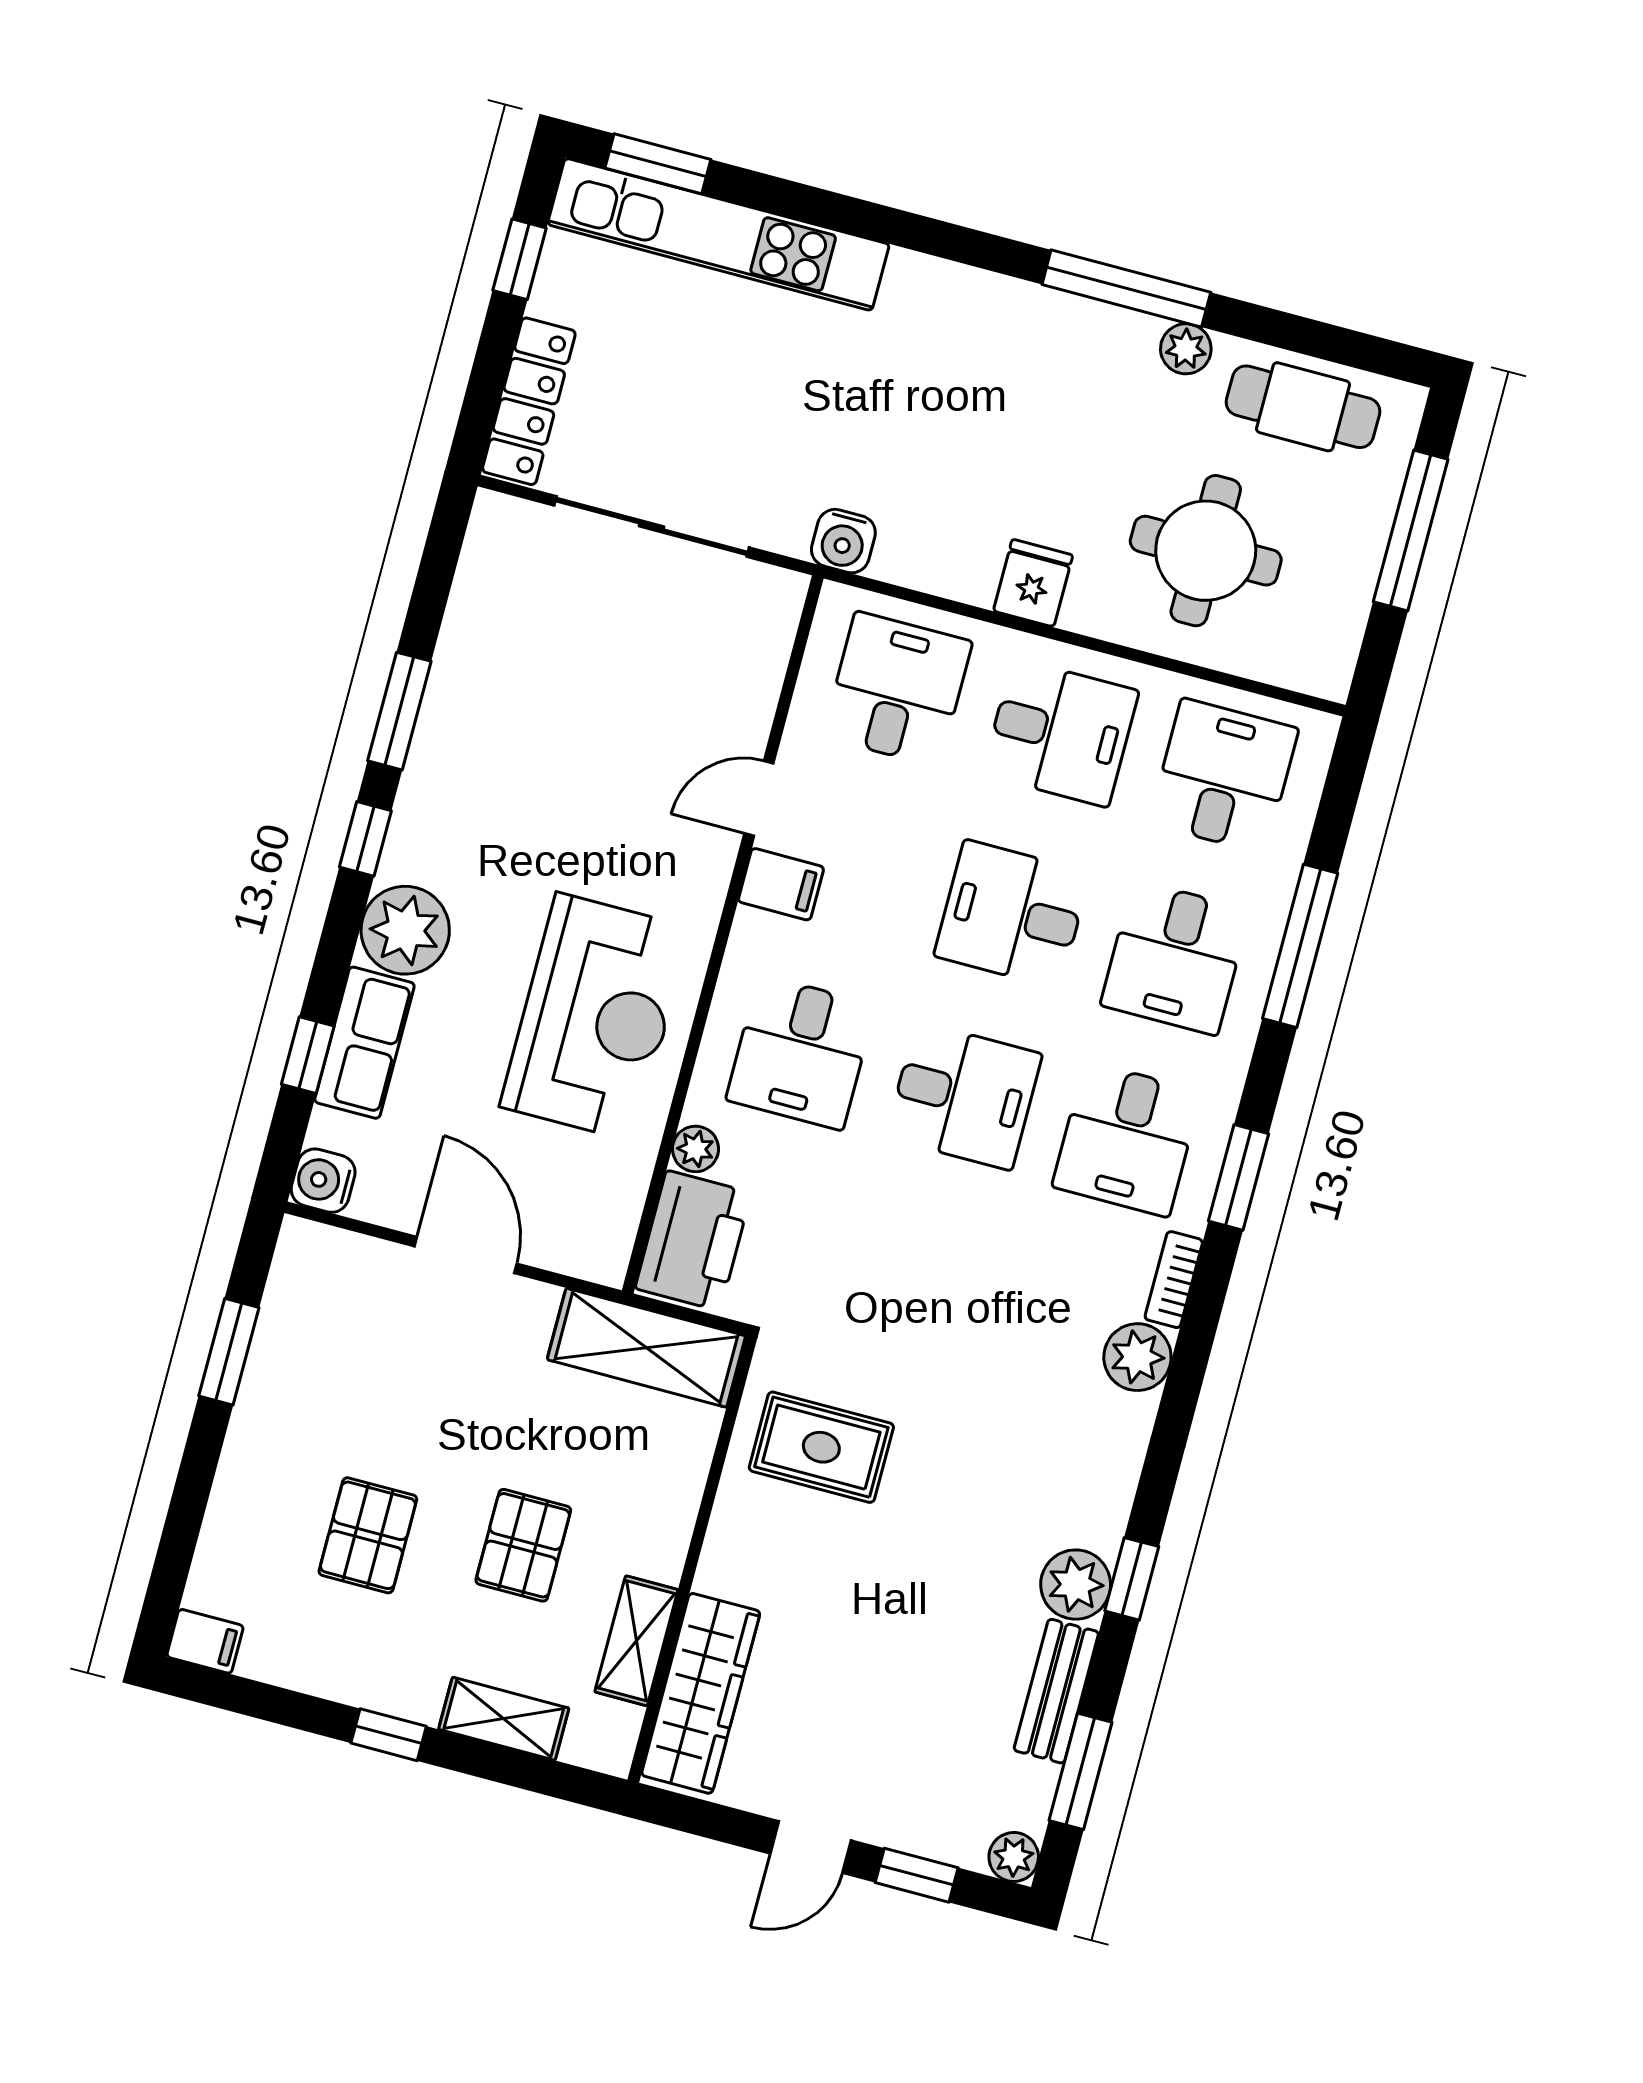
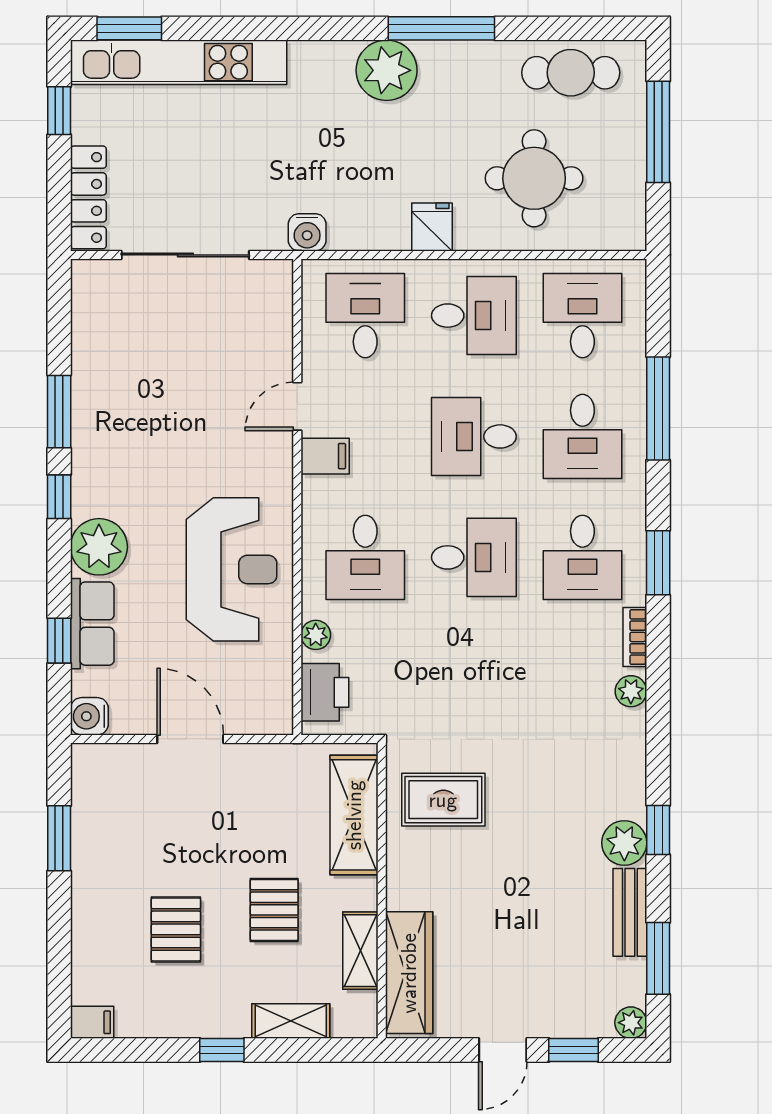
plant: (1186, 349) -> (387, 70), moved, width x1.88, depth x1.88
printer: (693, 1241) -> (325, 692), width x0.73, depth x0.84
shelving: (646, 1348) -> (354, 815), moved, turned 90
plant: (1137, 1357) -> (631, 691), width x0.73, depth x0.73

